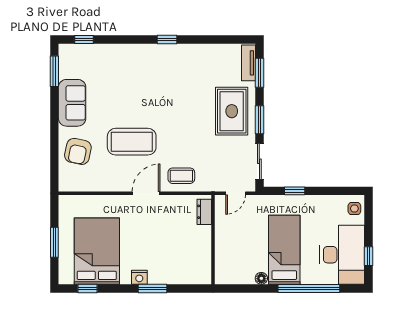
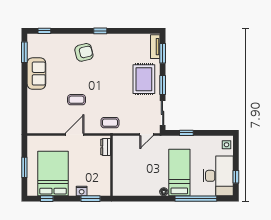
coffee table: (132, 142) -> (77, 100), width x0.54, depth x0.58
armchair: (78, 151) -> (84, 52), moved, turned -116
door: (146, 193) -> (75, 134), moved
dresser: (204, 212) -> (106, 147), moved
wall: (213, 240) -> (112, 166), moved

